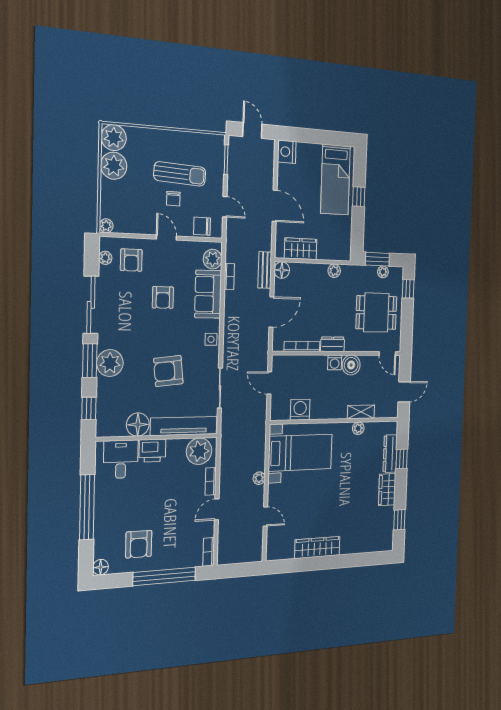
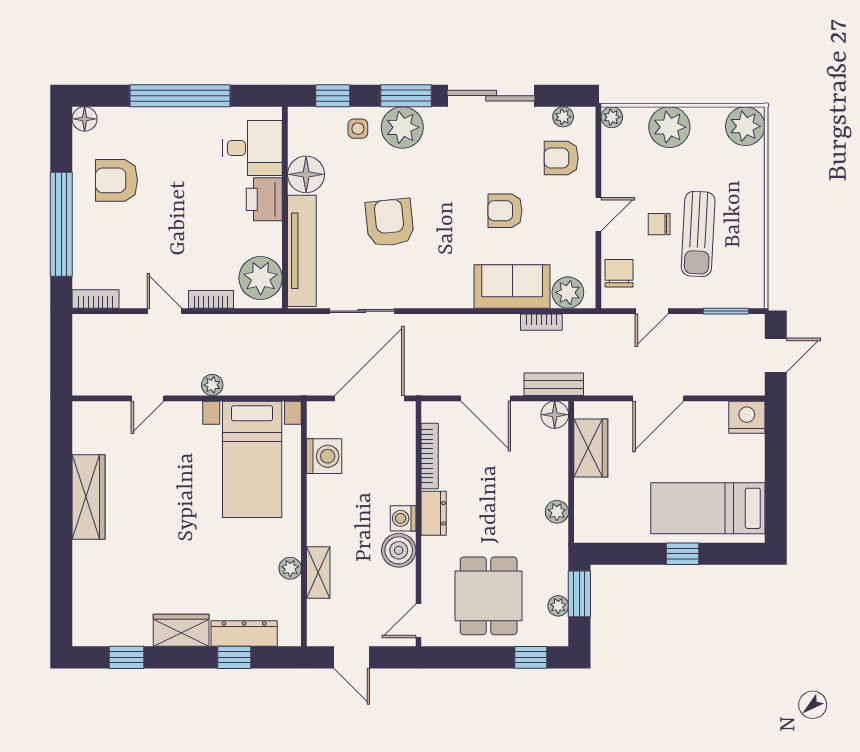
plant: (114, 166) -> (669, 127), moved
side table: (211, 339) -> (358, 129), moved
door: (269, 383) -> (369, 398), width x1.88

